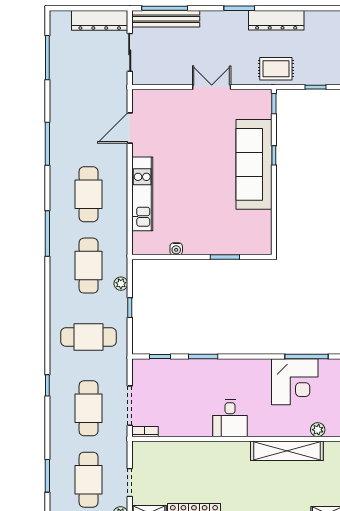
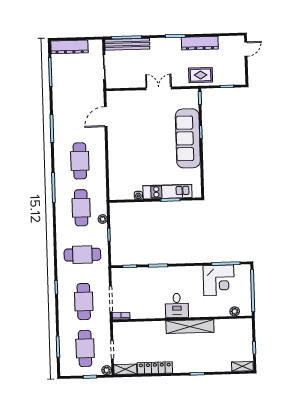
dresser: (100, 20) -> (70, 47), moved
kitchen unit: (142, 194) -> (167, 192), moved, turned -90
shelving: (287, 451) -> (190, 327), moved

